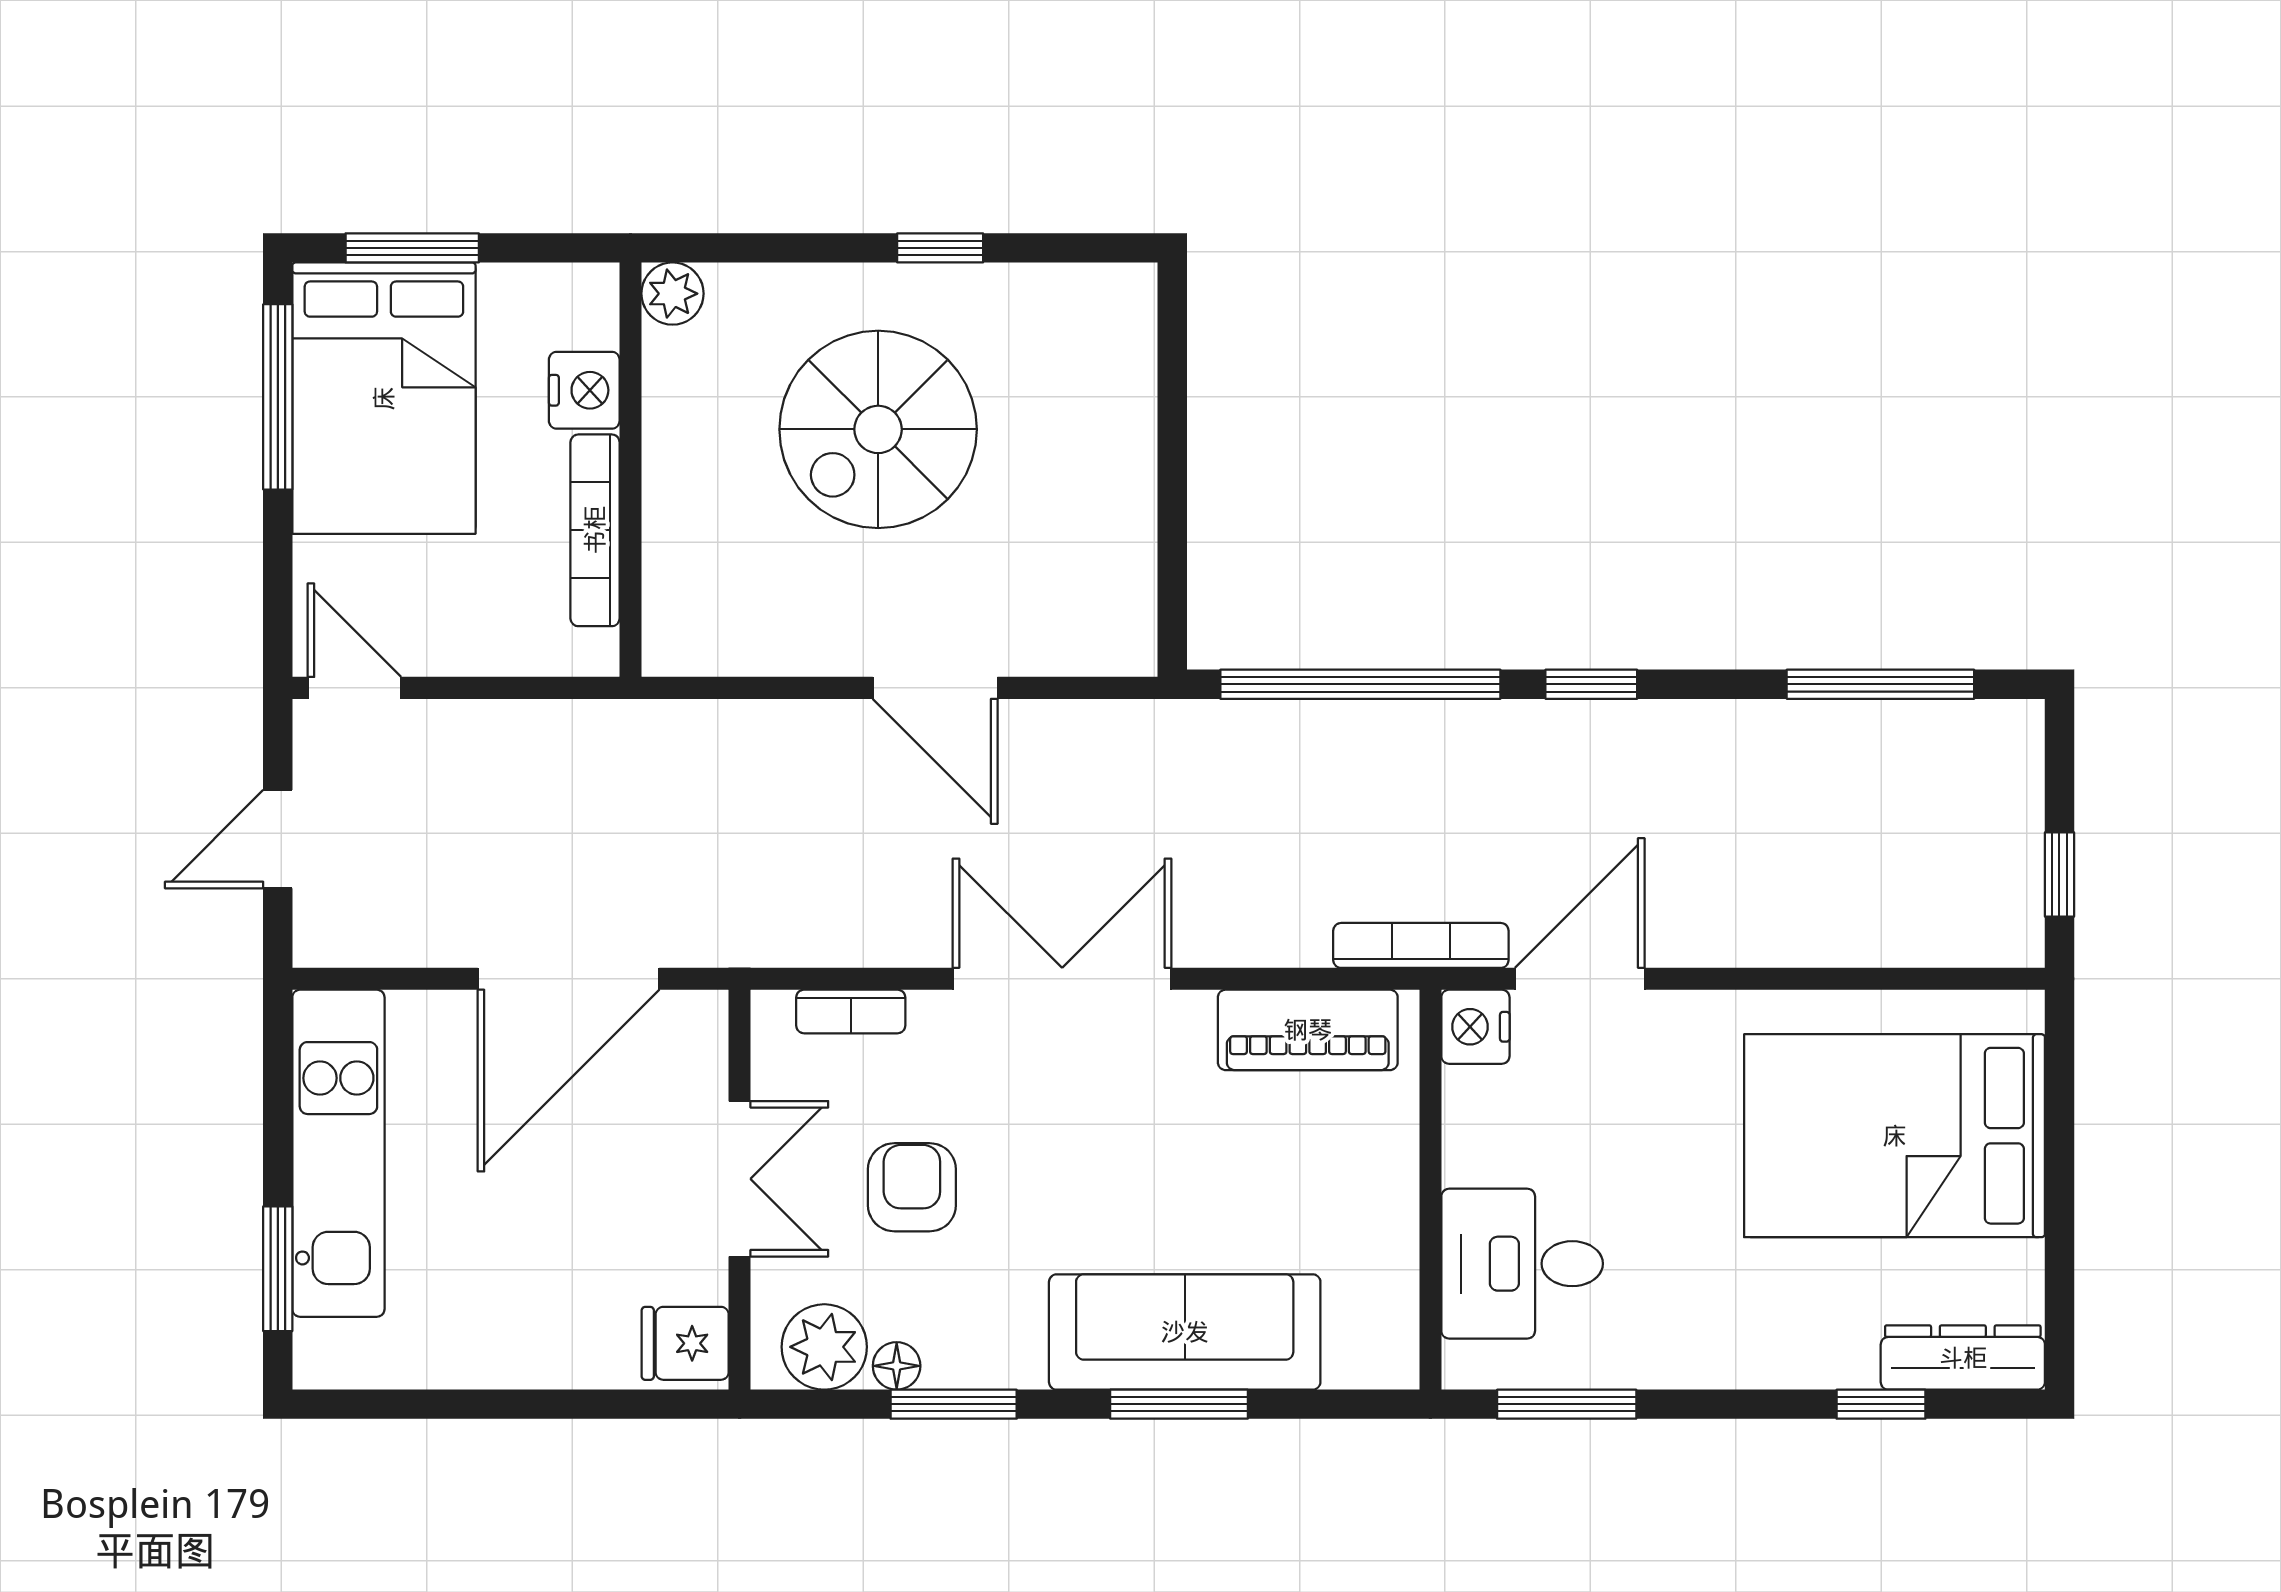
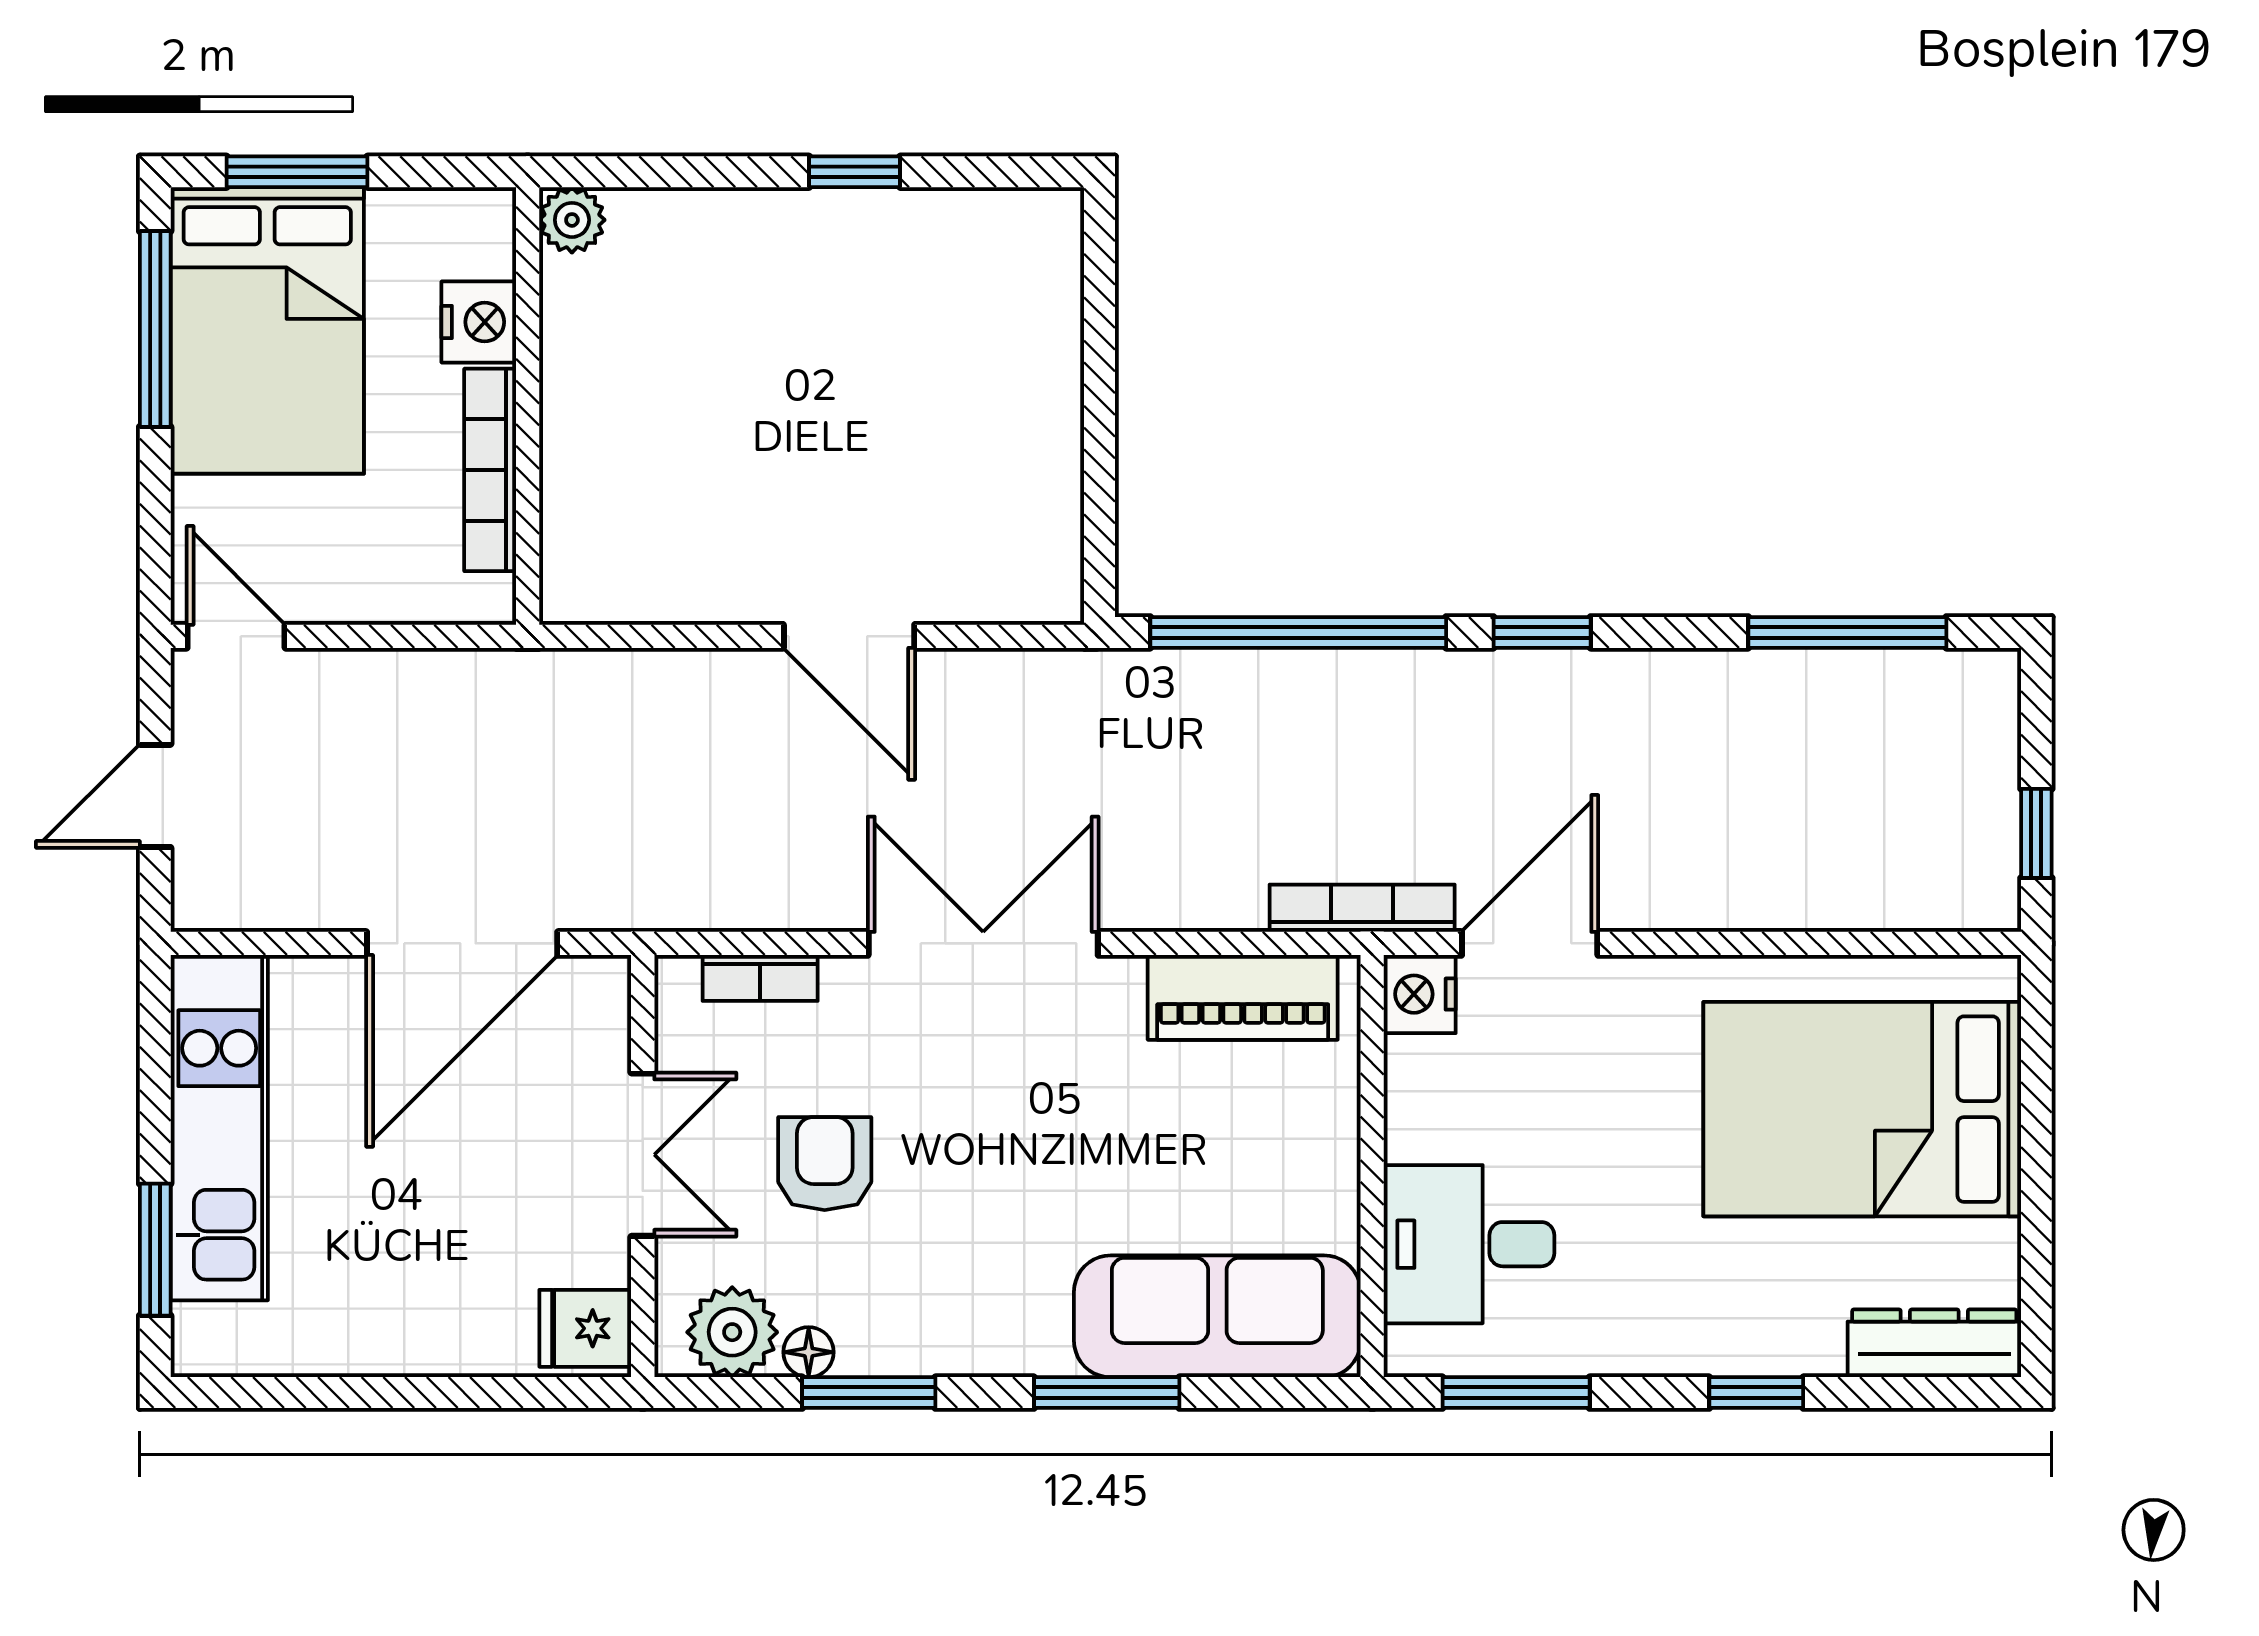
spiral stairs: (878, 429) -> (789, 363), removed
sofa: (1185, 1332) -> (1217, 1316), moved
window: (1881, 1404) -> (1756, 1393), moved

